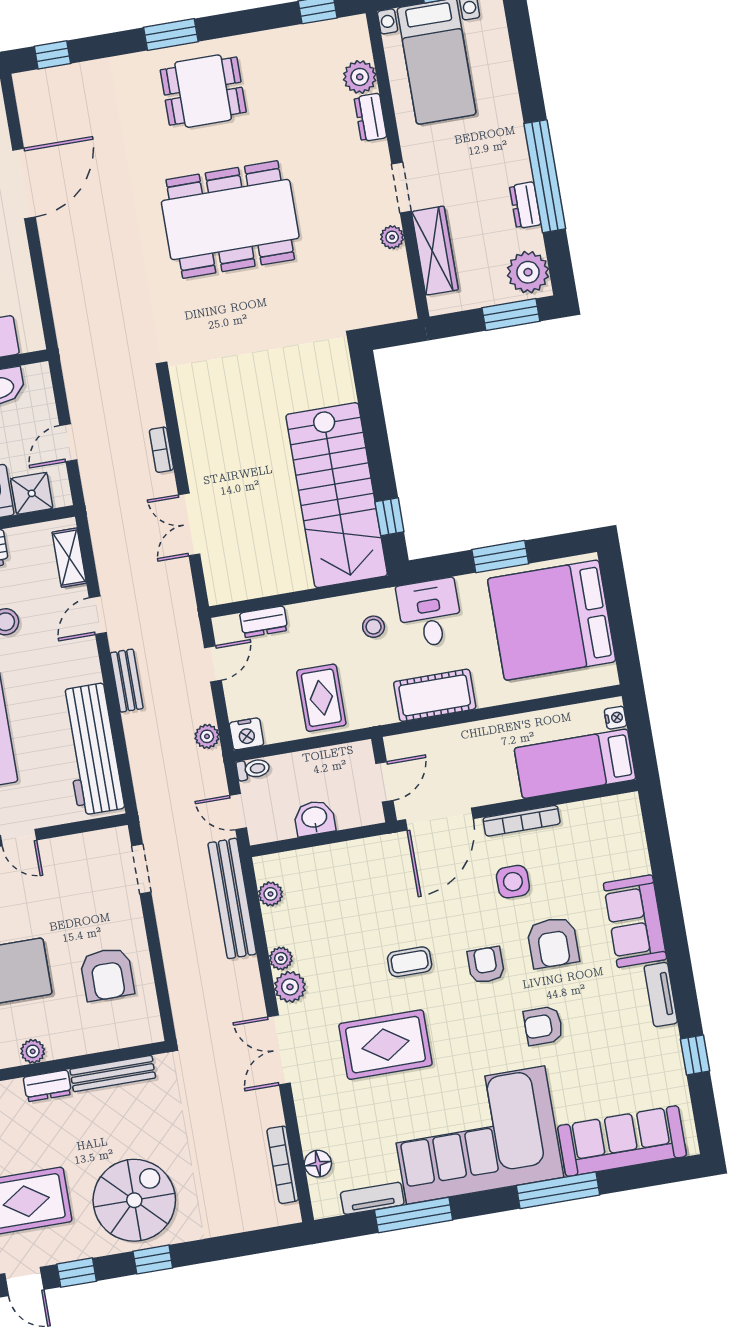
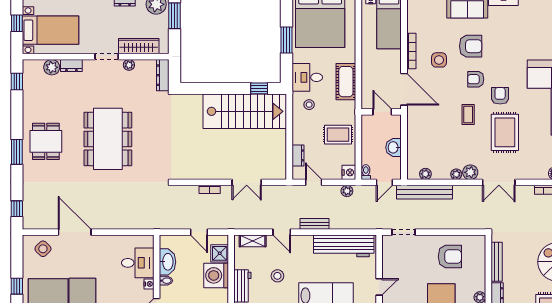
dresser: (383, 311) -> (163, 75), added
armchair: (543, 1026) -> (500, 96), moved, turned 180

